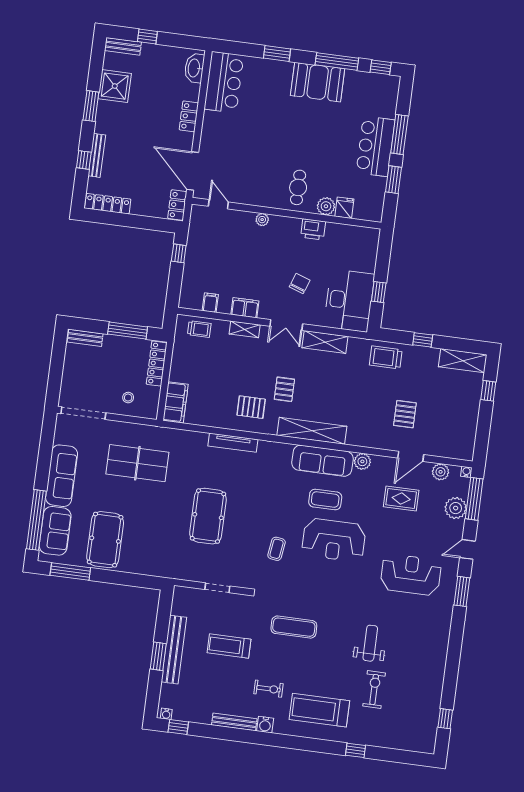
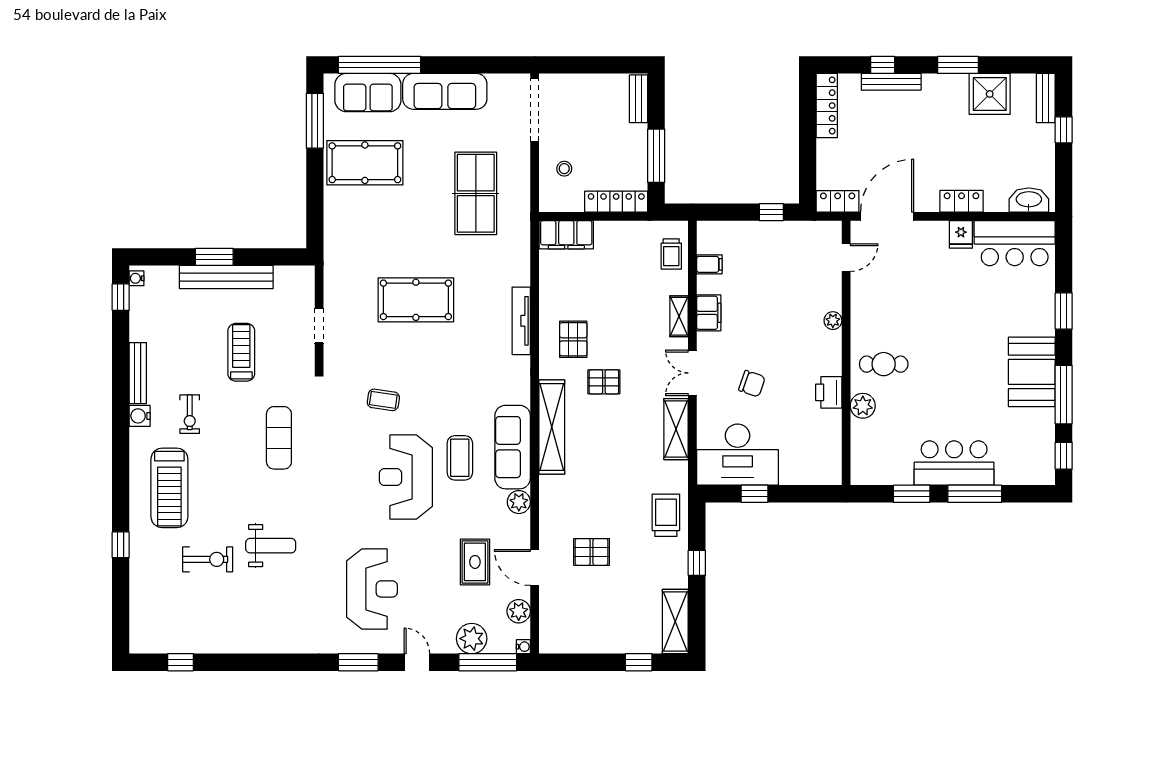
fridge: (344, 208) -> (961, 234), moved, turned 90
treadmill: (319, 710) -> (169, 488), turned 180

